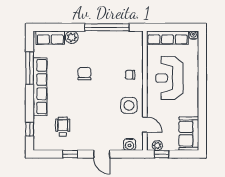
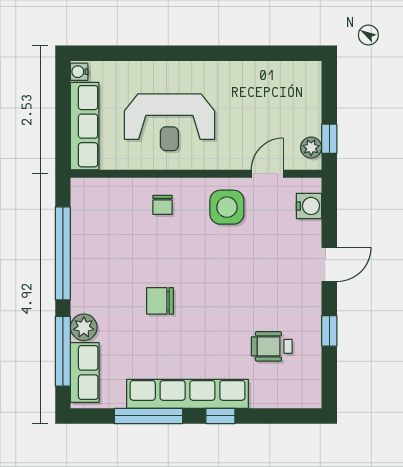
window: (60, 27) -> (63, 351), added
window: (30, 129) -> (220, 416), moved
sofa: (189, 134) -> (286, 81), removed

